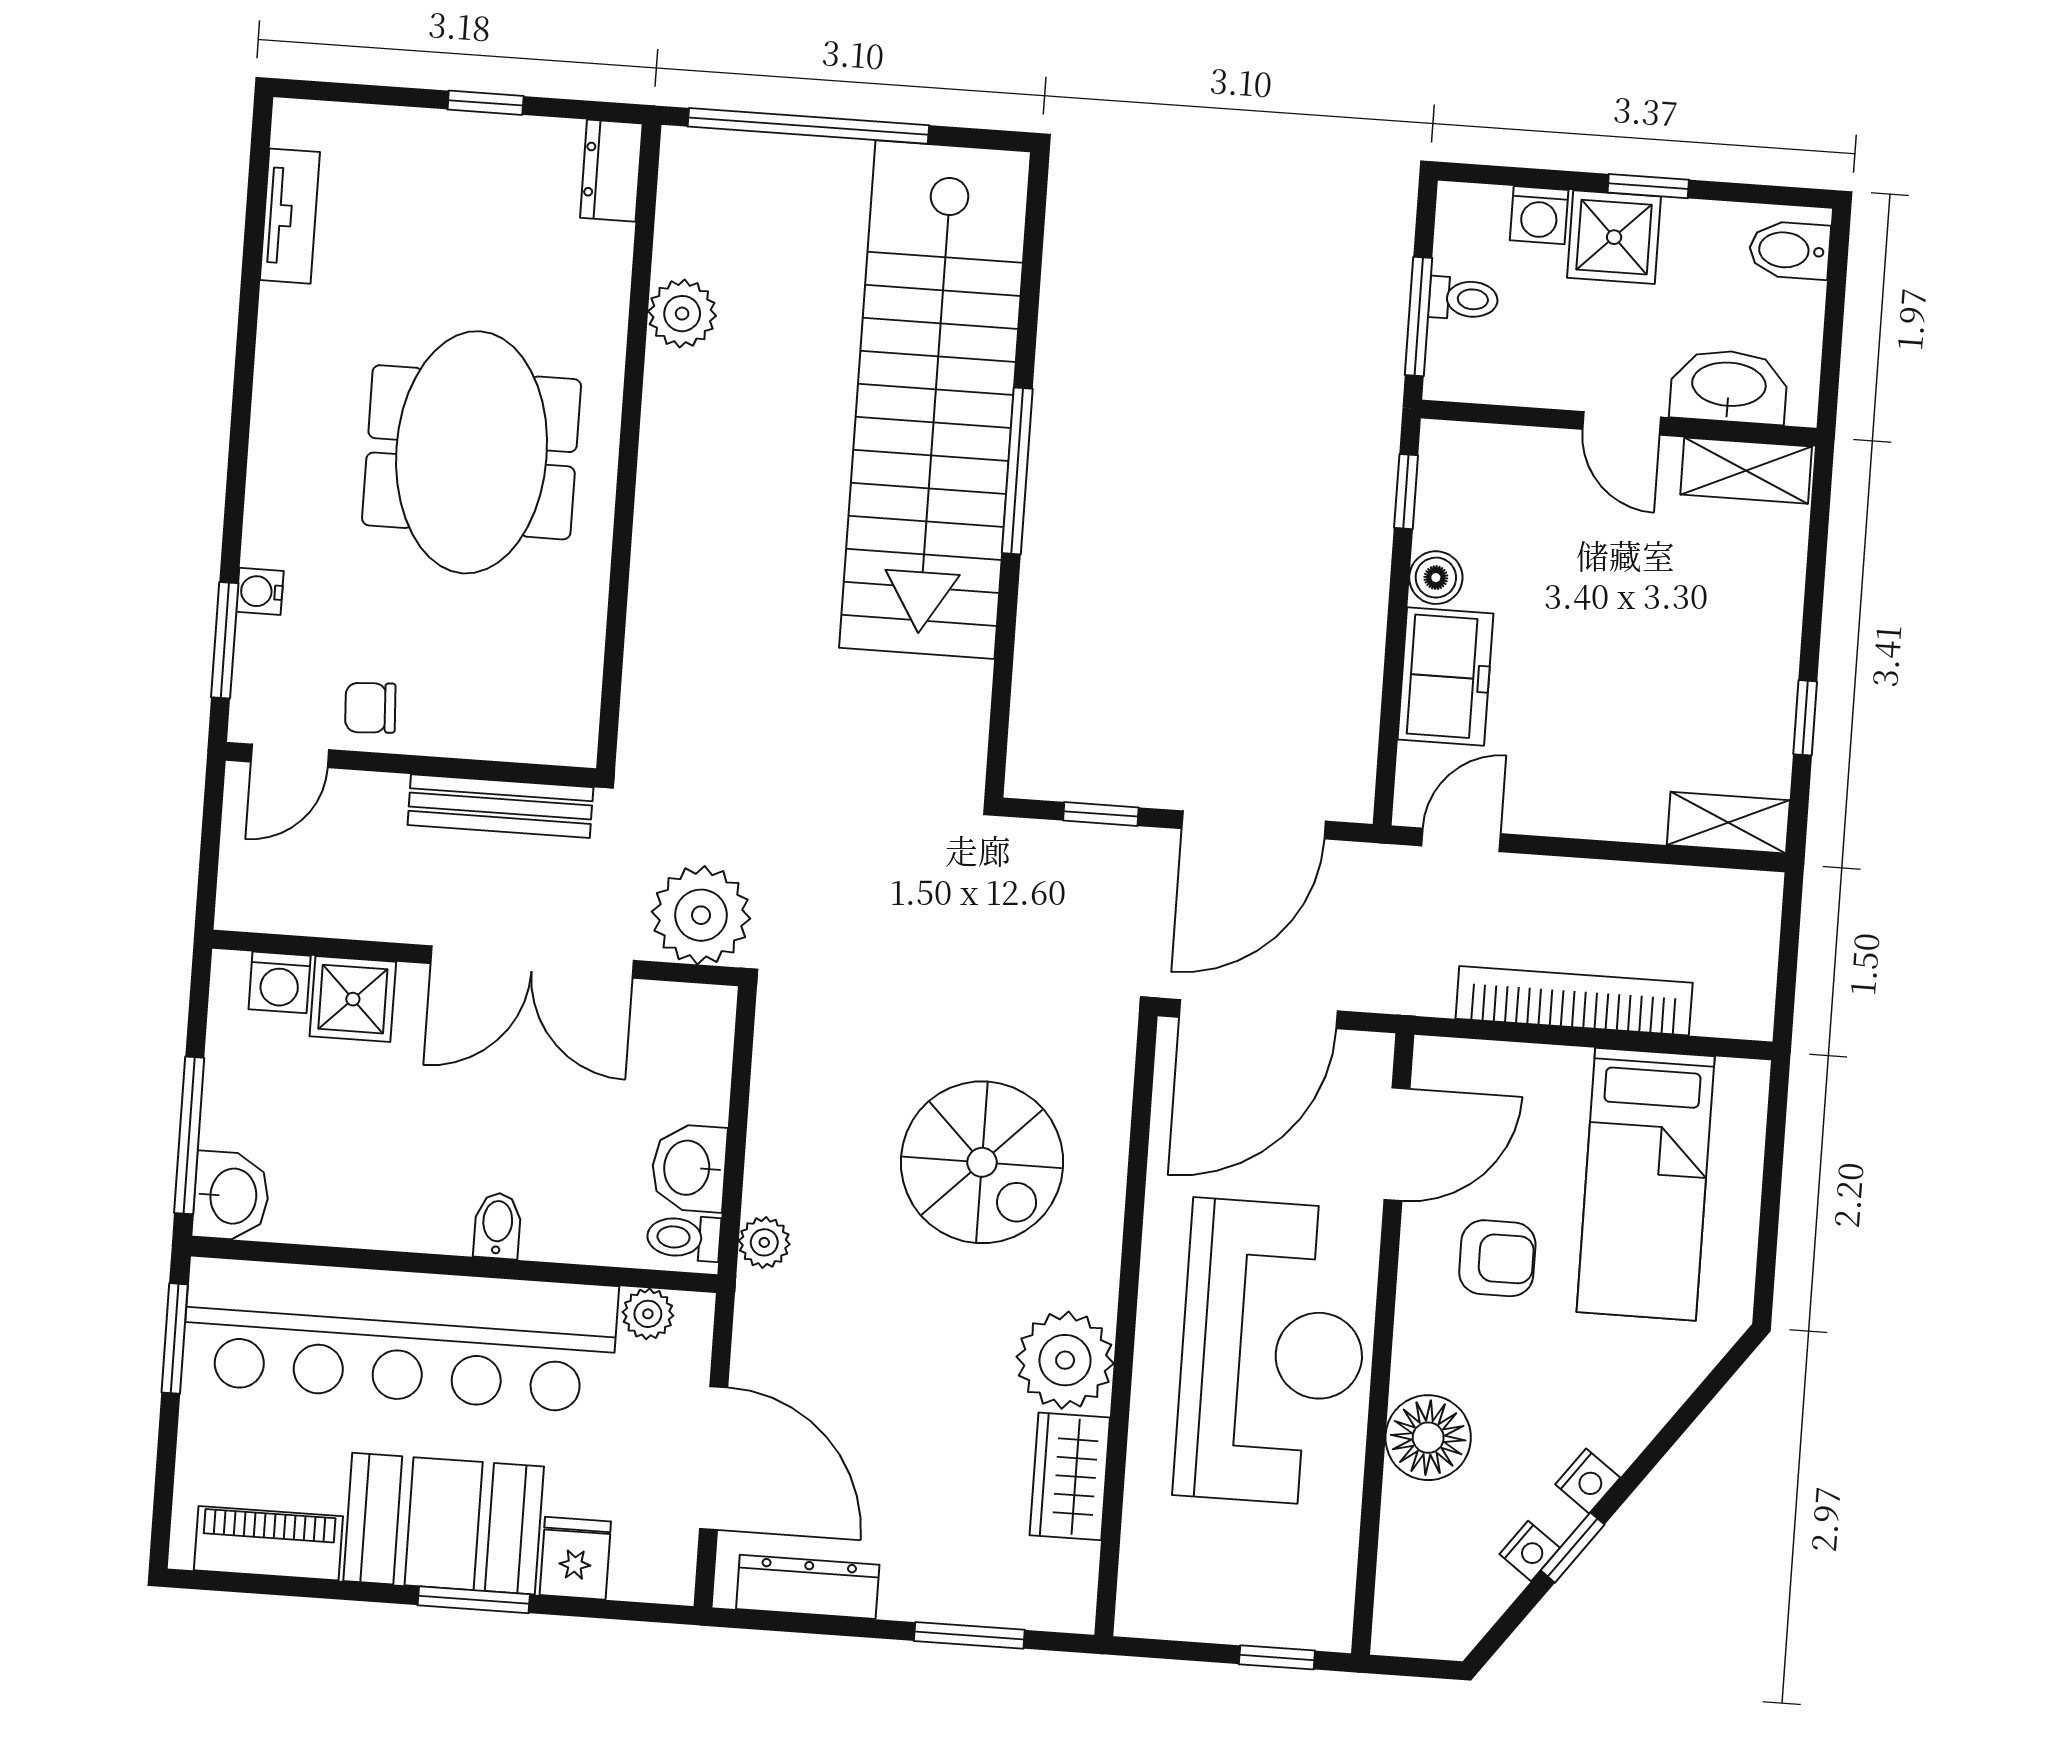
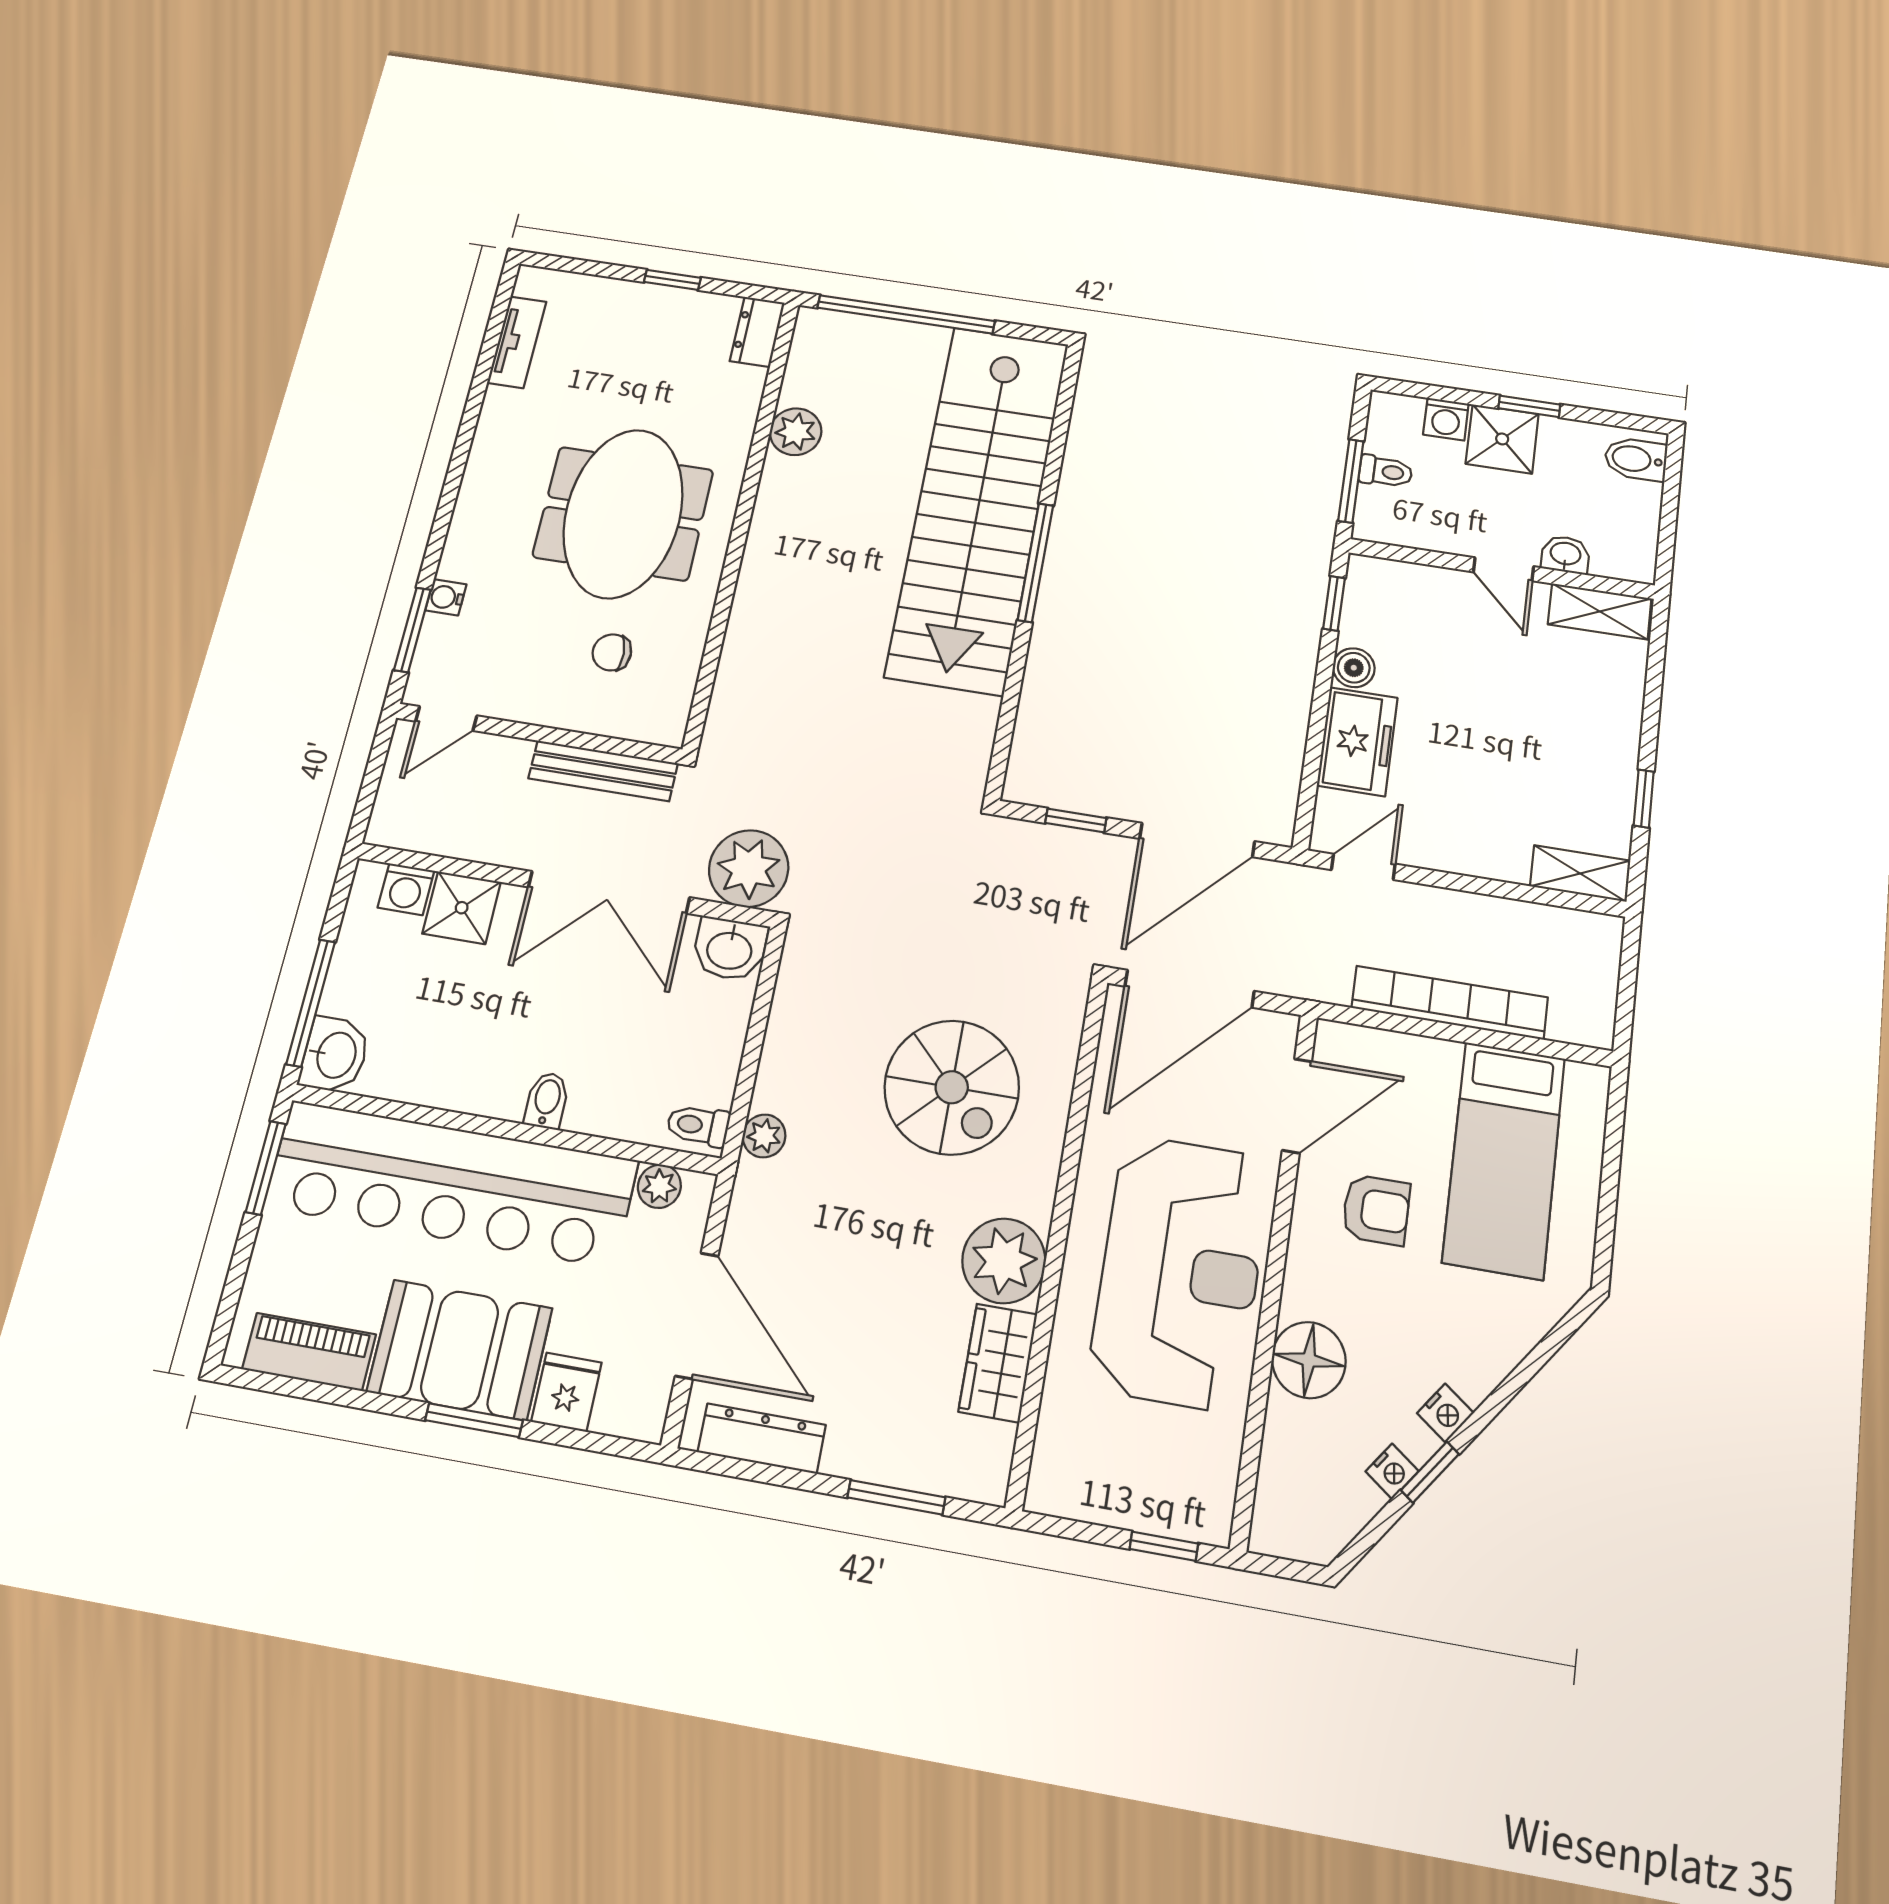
washbasin: (1729, 386) -> (1565, 555), width x0.52, depth x0.69
chair: (370, 708) -> (612, 652), moved
washbasin: (689, 1168) -> (730, 949), moved, turned -90

